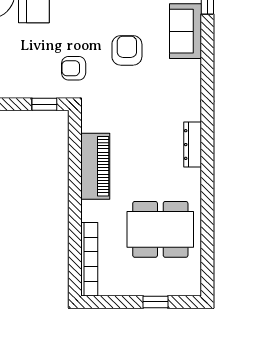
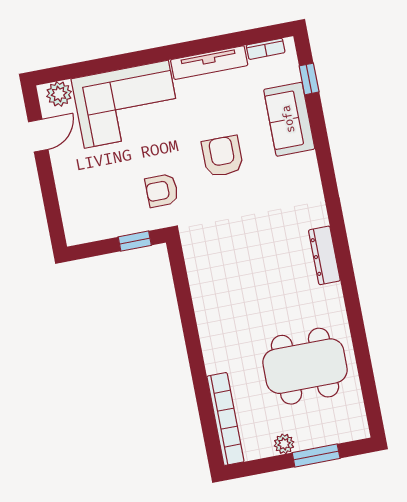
piano: (95, 166) -> (211, 305), removed
plant: (132, 288) -> (284, 444), added
window: (155, 302) -> (316, 455), width x1.50

